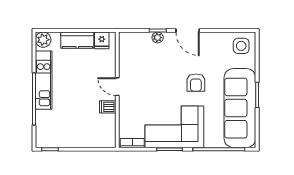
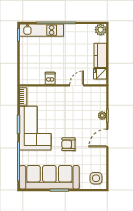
kitchen unit: (44, 80) -> (41, 30), moved
door: (117, 87) -> (77, 85), moved

